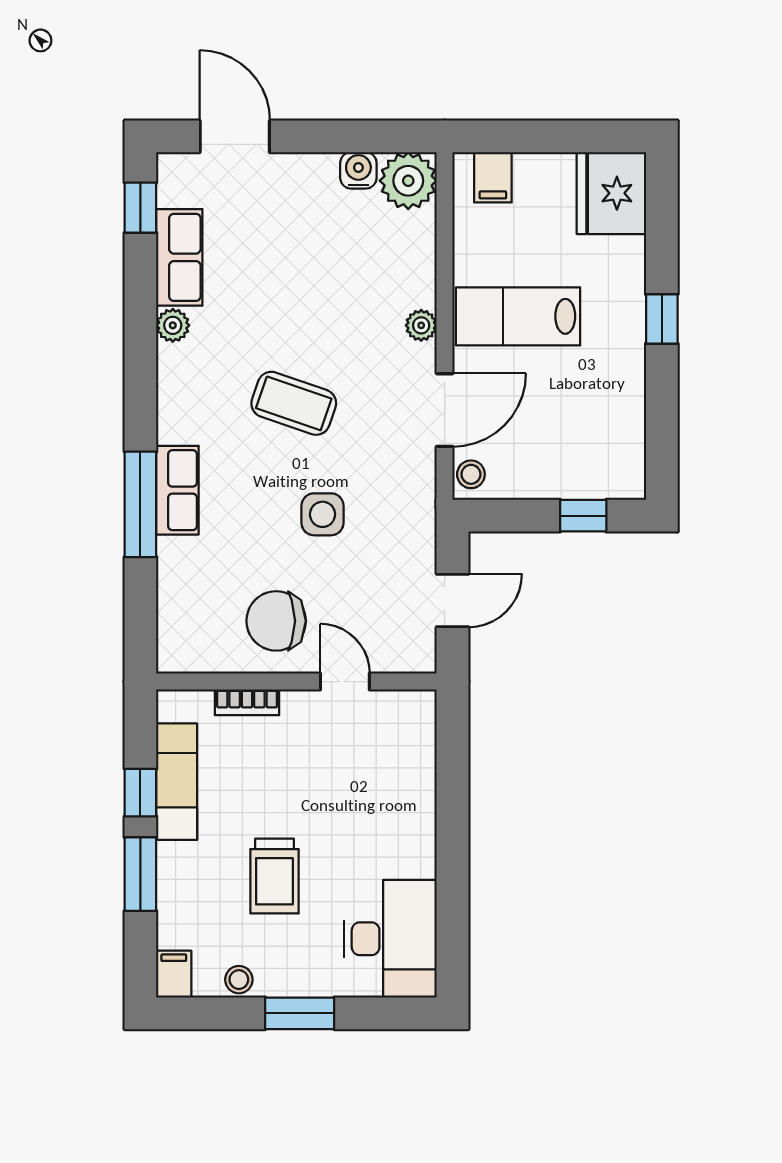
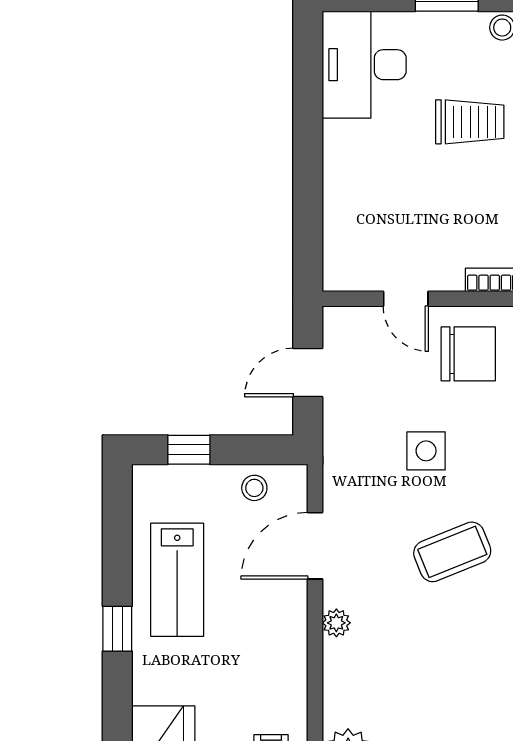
lab bench: (518, 316) -> (177, 580), moved, turned 90
coffee table: (294, 403) -> (452, 552), turned -41
stool: (471, 474) -> (254, 488), moved
trolley: (274, 876) -> (470, 122), turned 90

